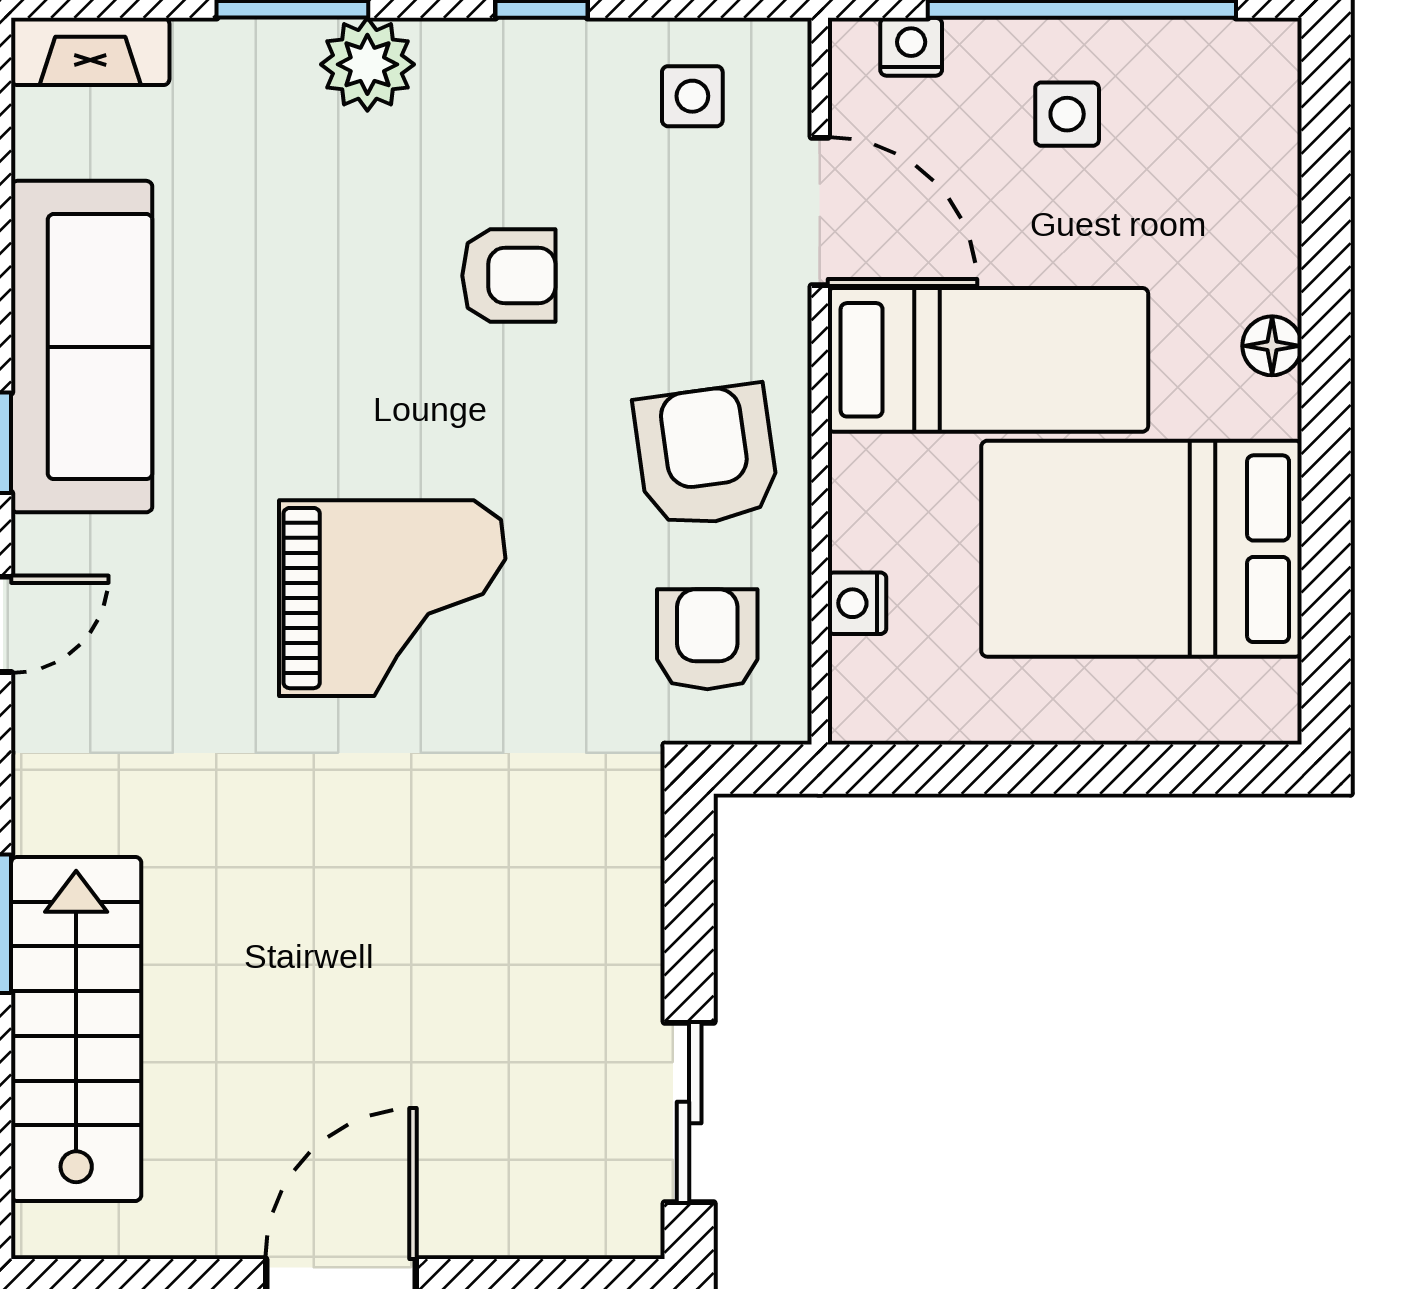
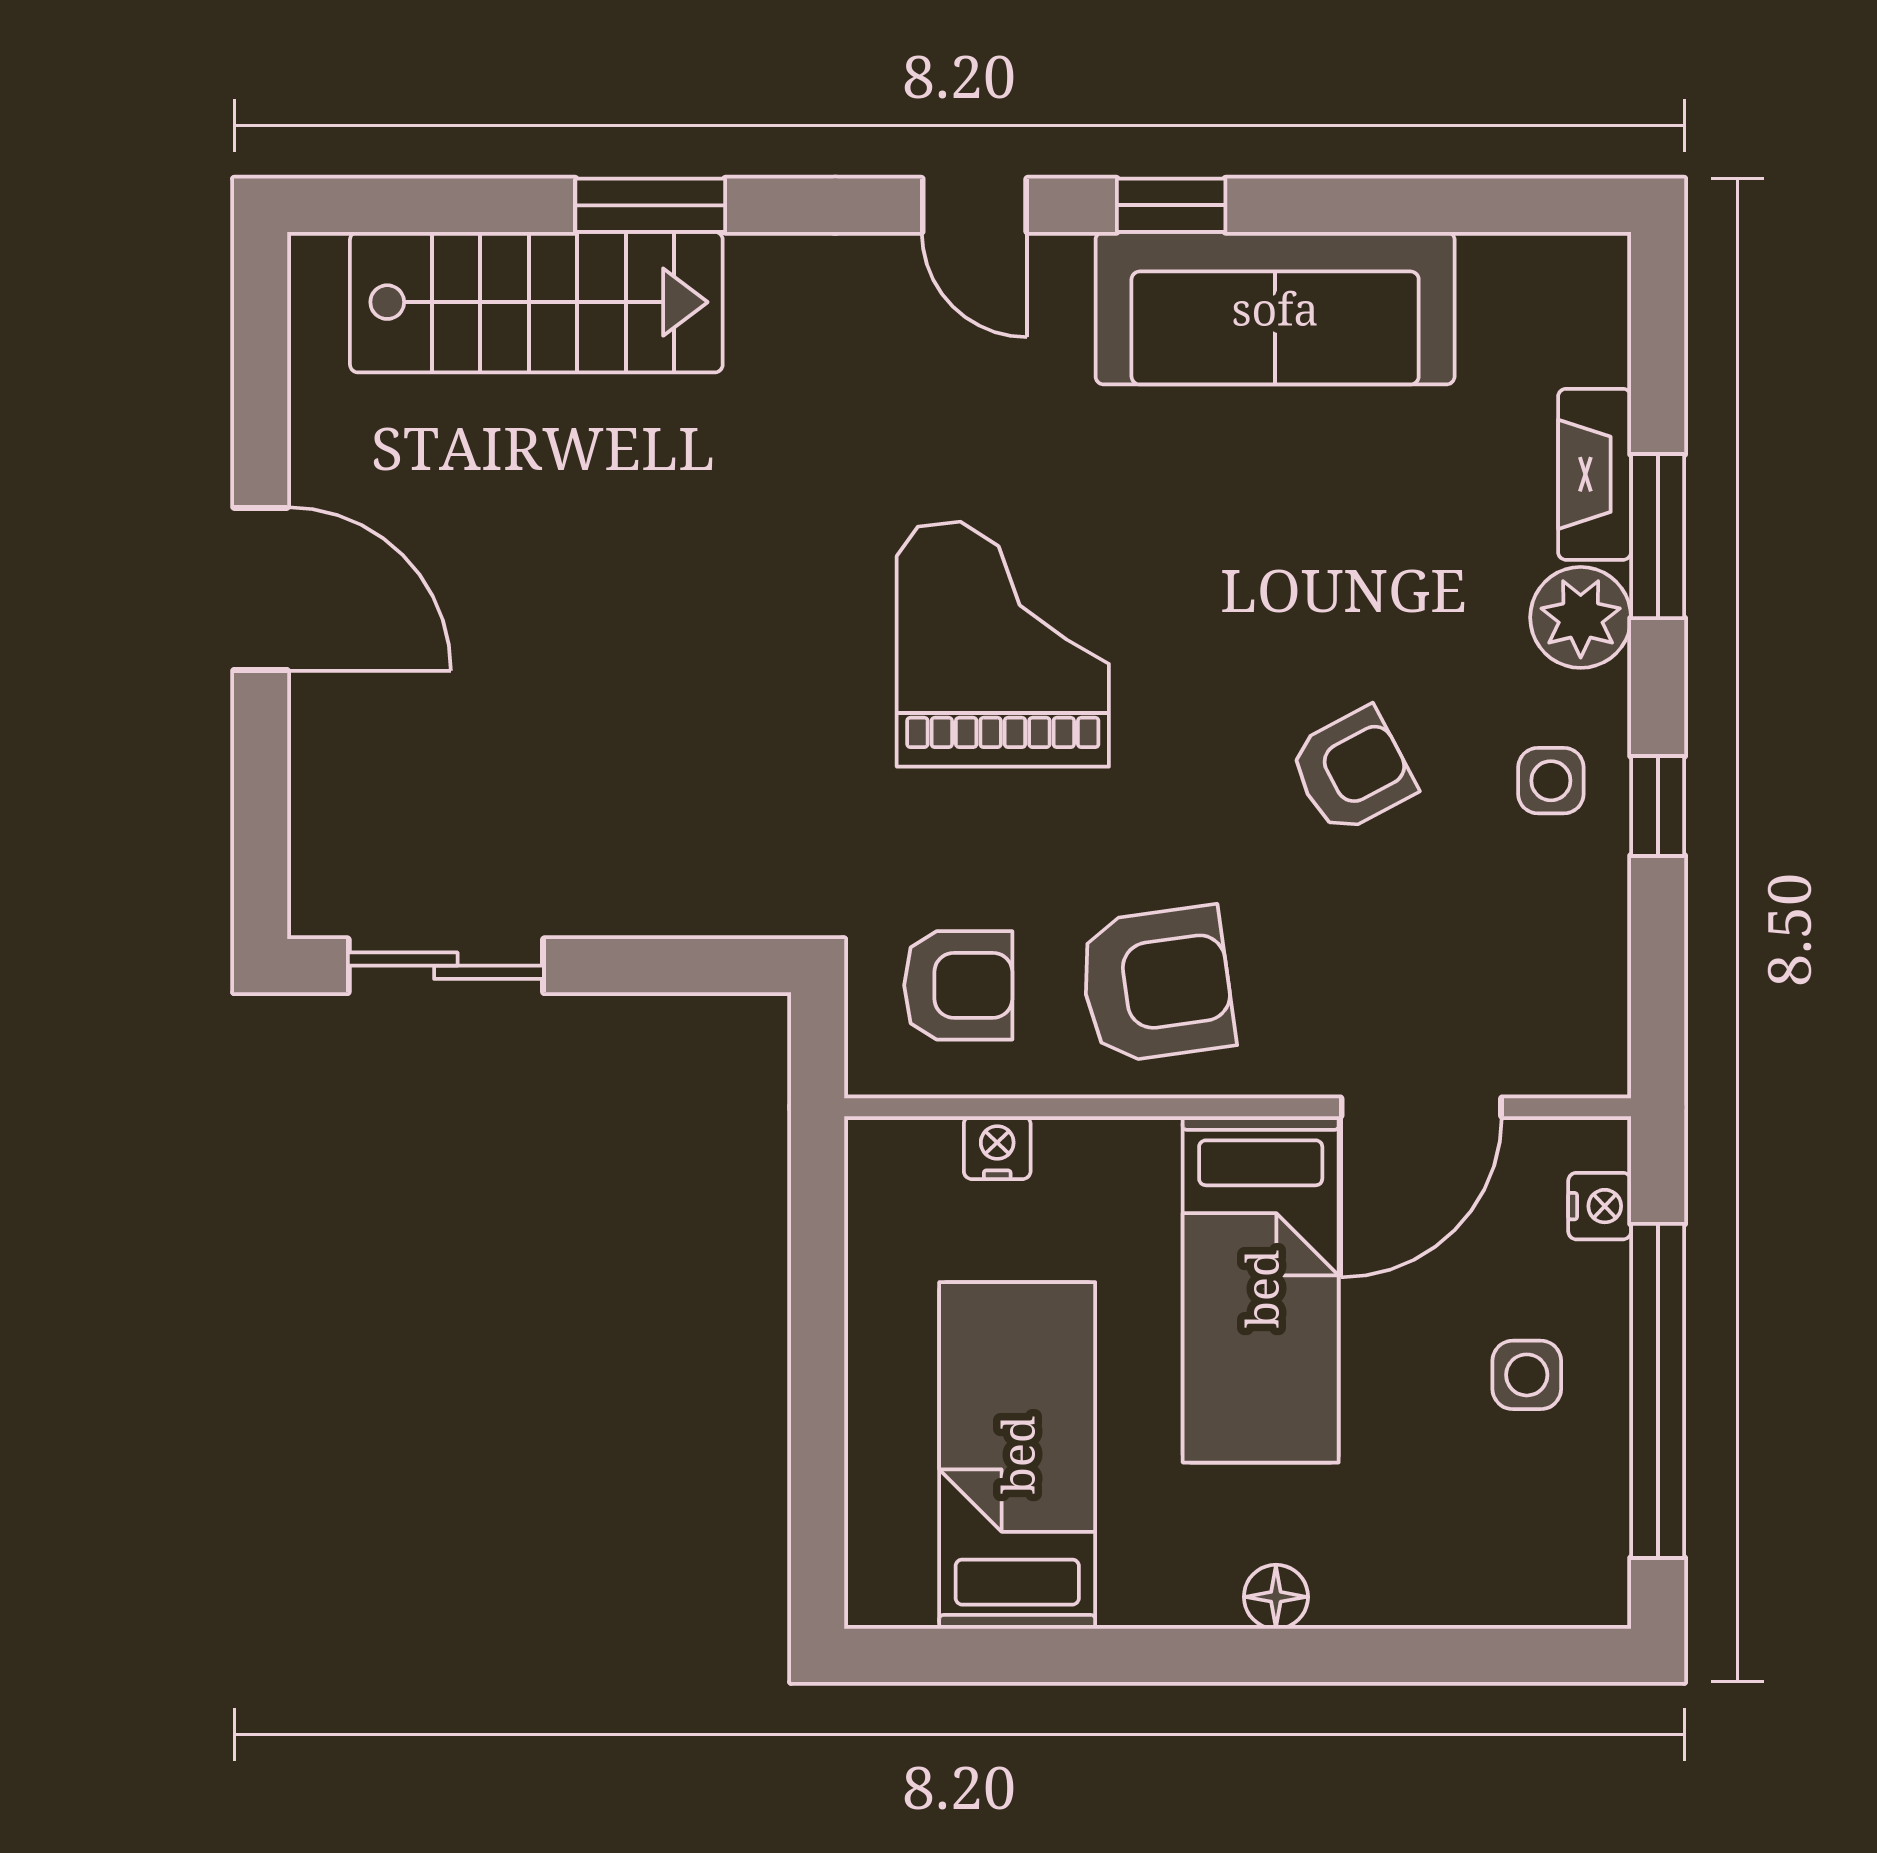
fireplace: (90, 51) -> (1595, 474), moved
side table: (692, 96) -> (1551, 781), moved
armchair: (509, 276) -> (1352, 771), turned -118
bed: (1141, 549) -> (1017, 1455), width x0.67
grand piano: (392, 598) -> (1003, 644), turned 180

